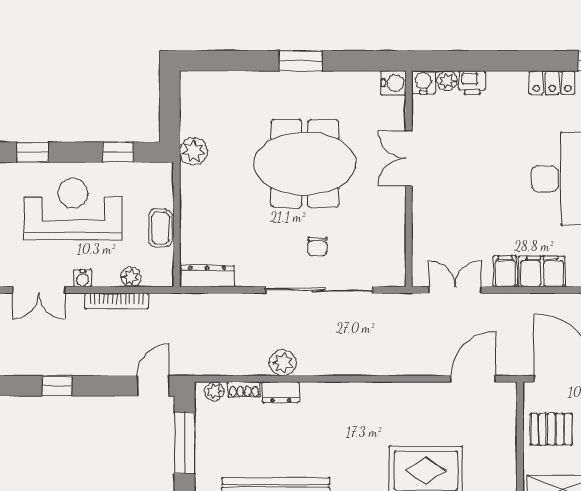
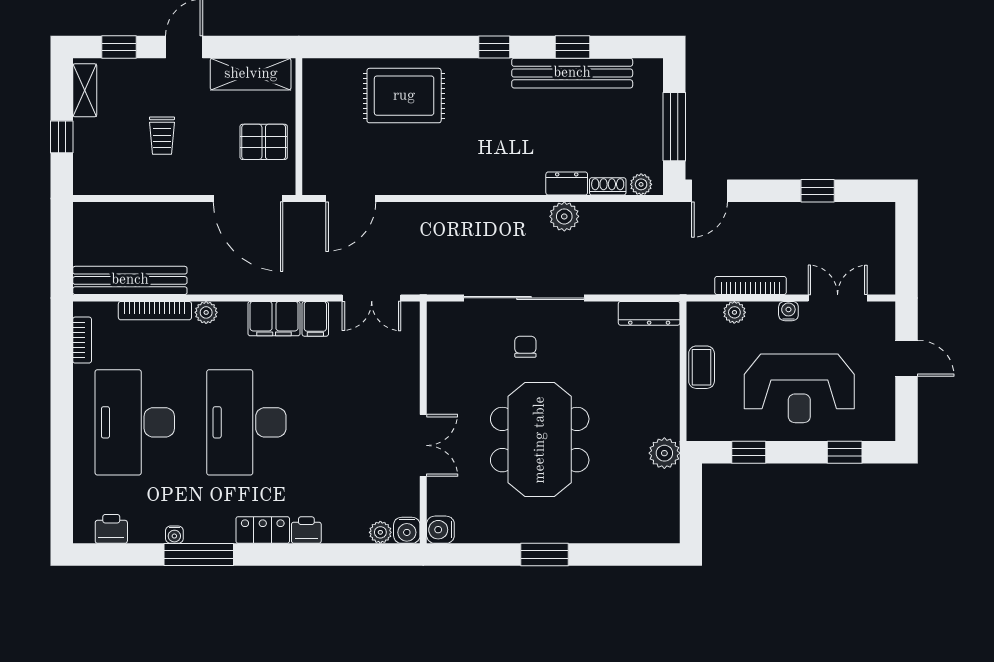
printer: (472, 83) -> (306, 530), moved
meeting table: (305, 163) -> (540, 440), turned 90

